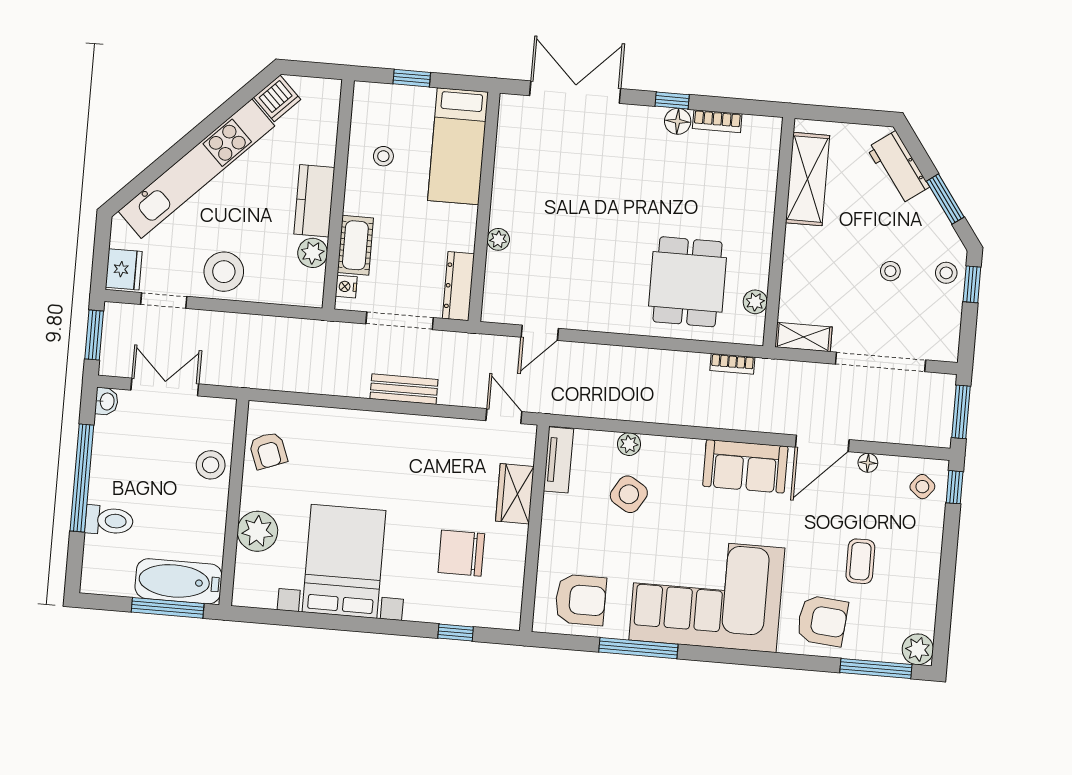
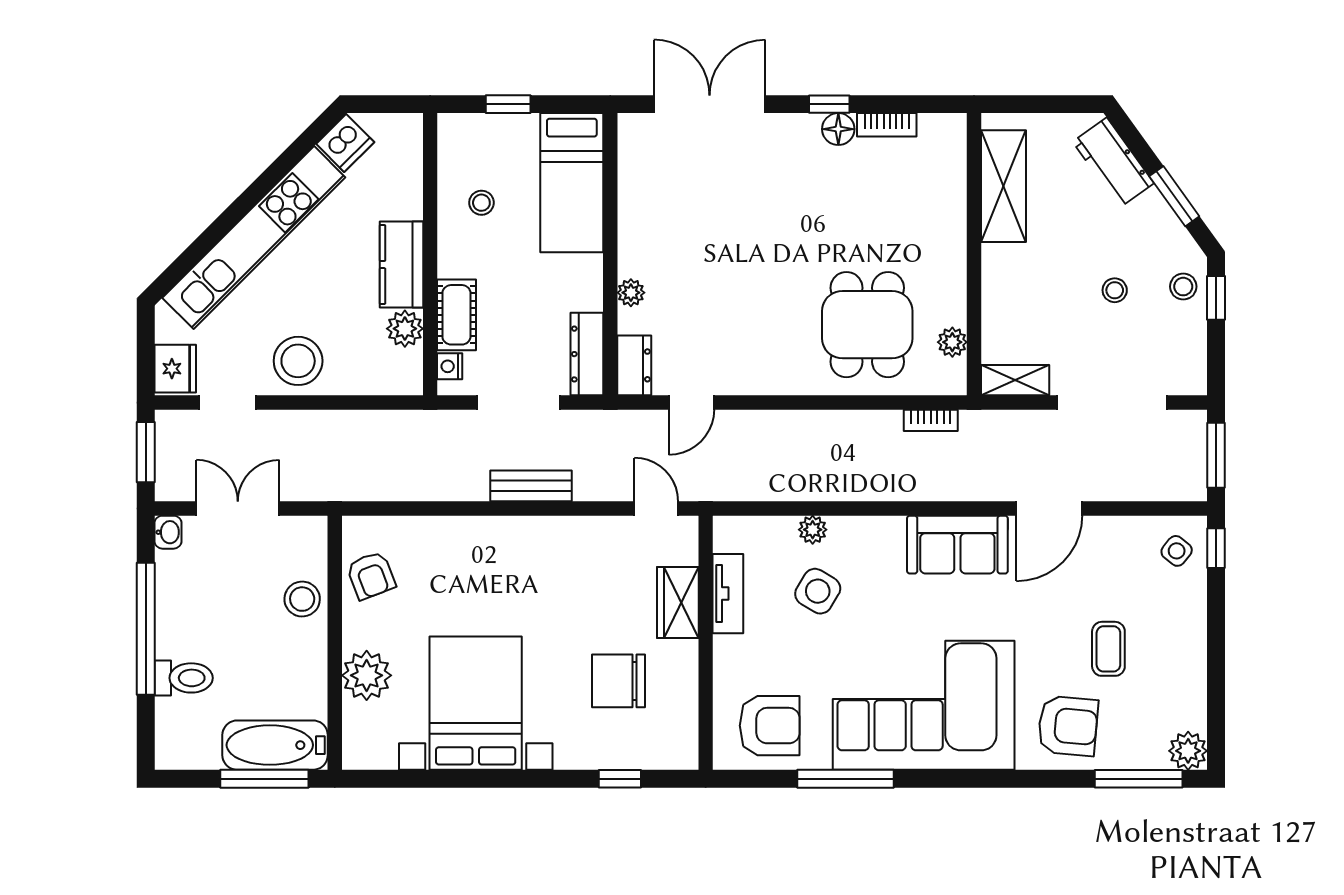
dresser: (496, 299) -> (634, 365), added
tv unit: (558, 460) -> (728, 594), moved
floor lamp: (868, 463) -> (1107, 527), removed

